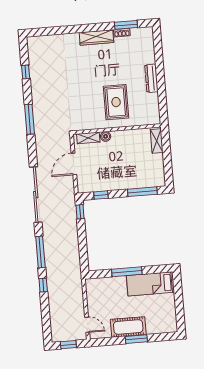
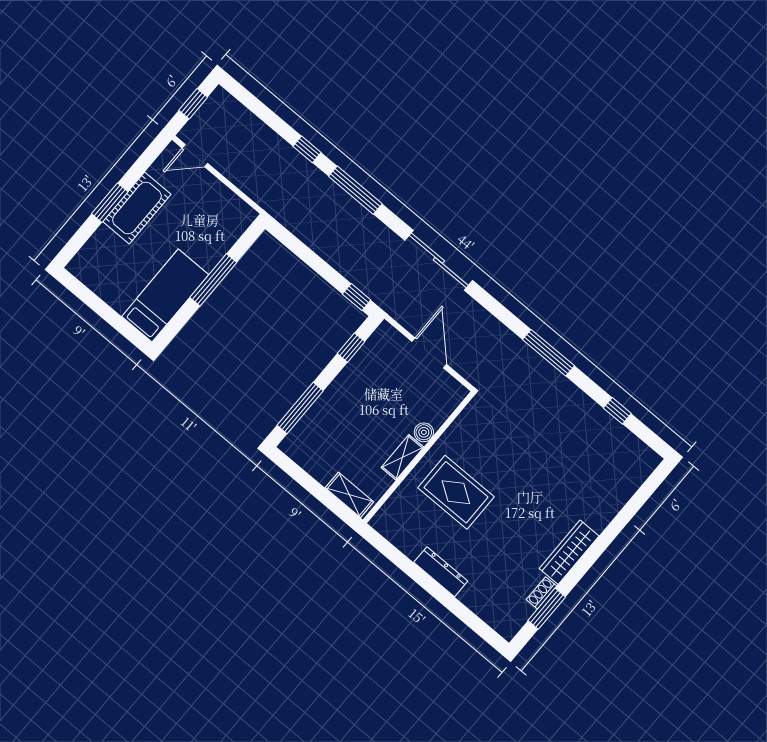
shelving: (88, 138) -> (402, 457), moved
sliding door: (36, 195) -> (439, 260), width x0.73

